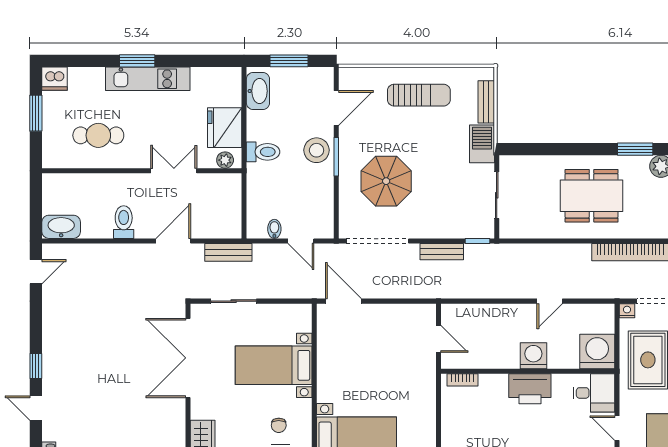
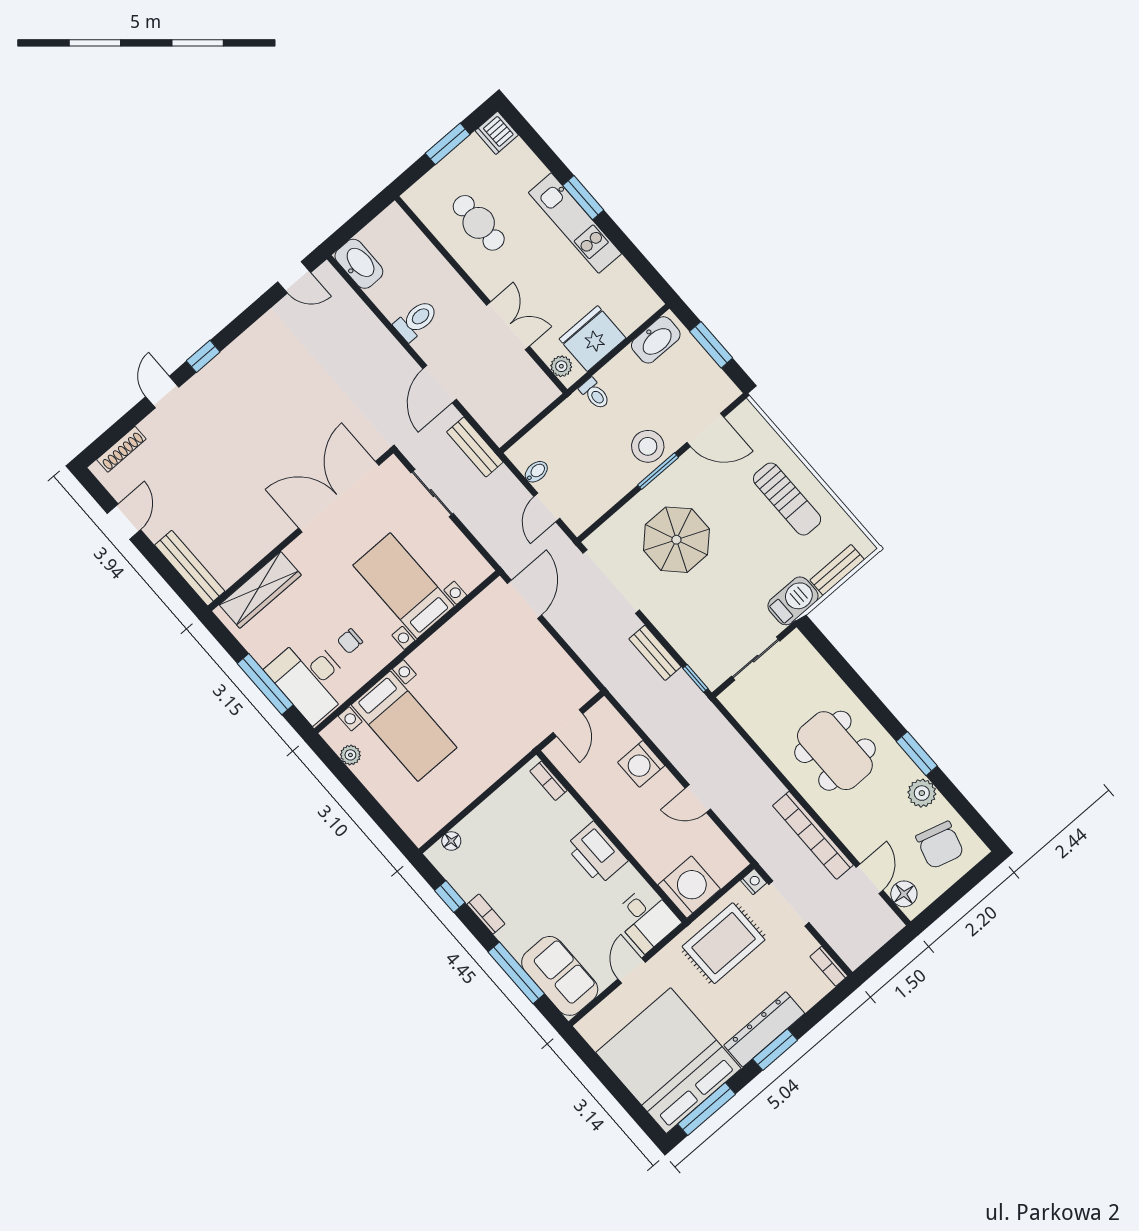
toilet: (263, 152) -> (595, 394), width x0.73, depth x0.72
door: (173, 241) -> (440, 384), swing flipped
washing machine: (533, 356) -> (641, 764), moved, turned 180

